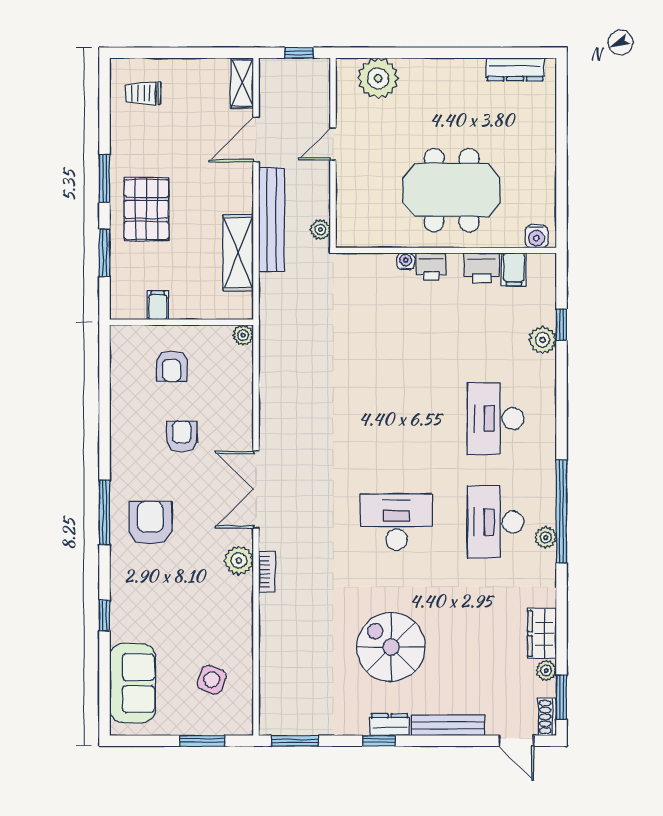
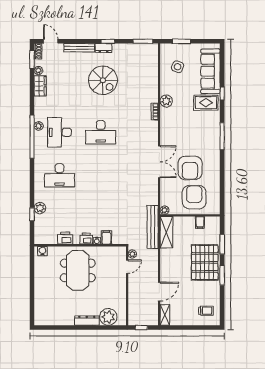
dresser: (515, 69) -> (87, 321), moved
door: (333, 144) -> (127, 267), moved
meeting table: (452, 190) -> (78, 270), turned 90
pallet: (146, 209) -> (205, 262), width x1.37, depth x1.41
bench: (271, 220) -> (153, 227), moved
shelving: (238, 253) -> (166, 232), moved
filing cabinet: (514, 269) -> (106, 237), moved
armchair: (172, 366) -> (194, 197), width x1.88, depth x1.88
desk: (495, 419) -> (59, 175), turned 90
armchair: (182, 436) -> (190, 168), width x1.88, depth x1.88
double door: (256, 490) -> (159, 162), moved
desk: (495, 522) -> (59, 132), turned 180
armchair: (150, 523) -> (203, 132), removed
plant: (239, 560) -> (166, 101), moved
rug: (143, 593) -> (206, 103), added
sofa: (133, 683) -> (210, 71), width x1.36

